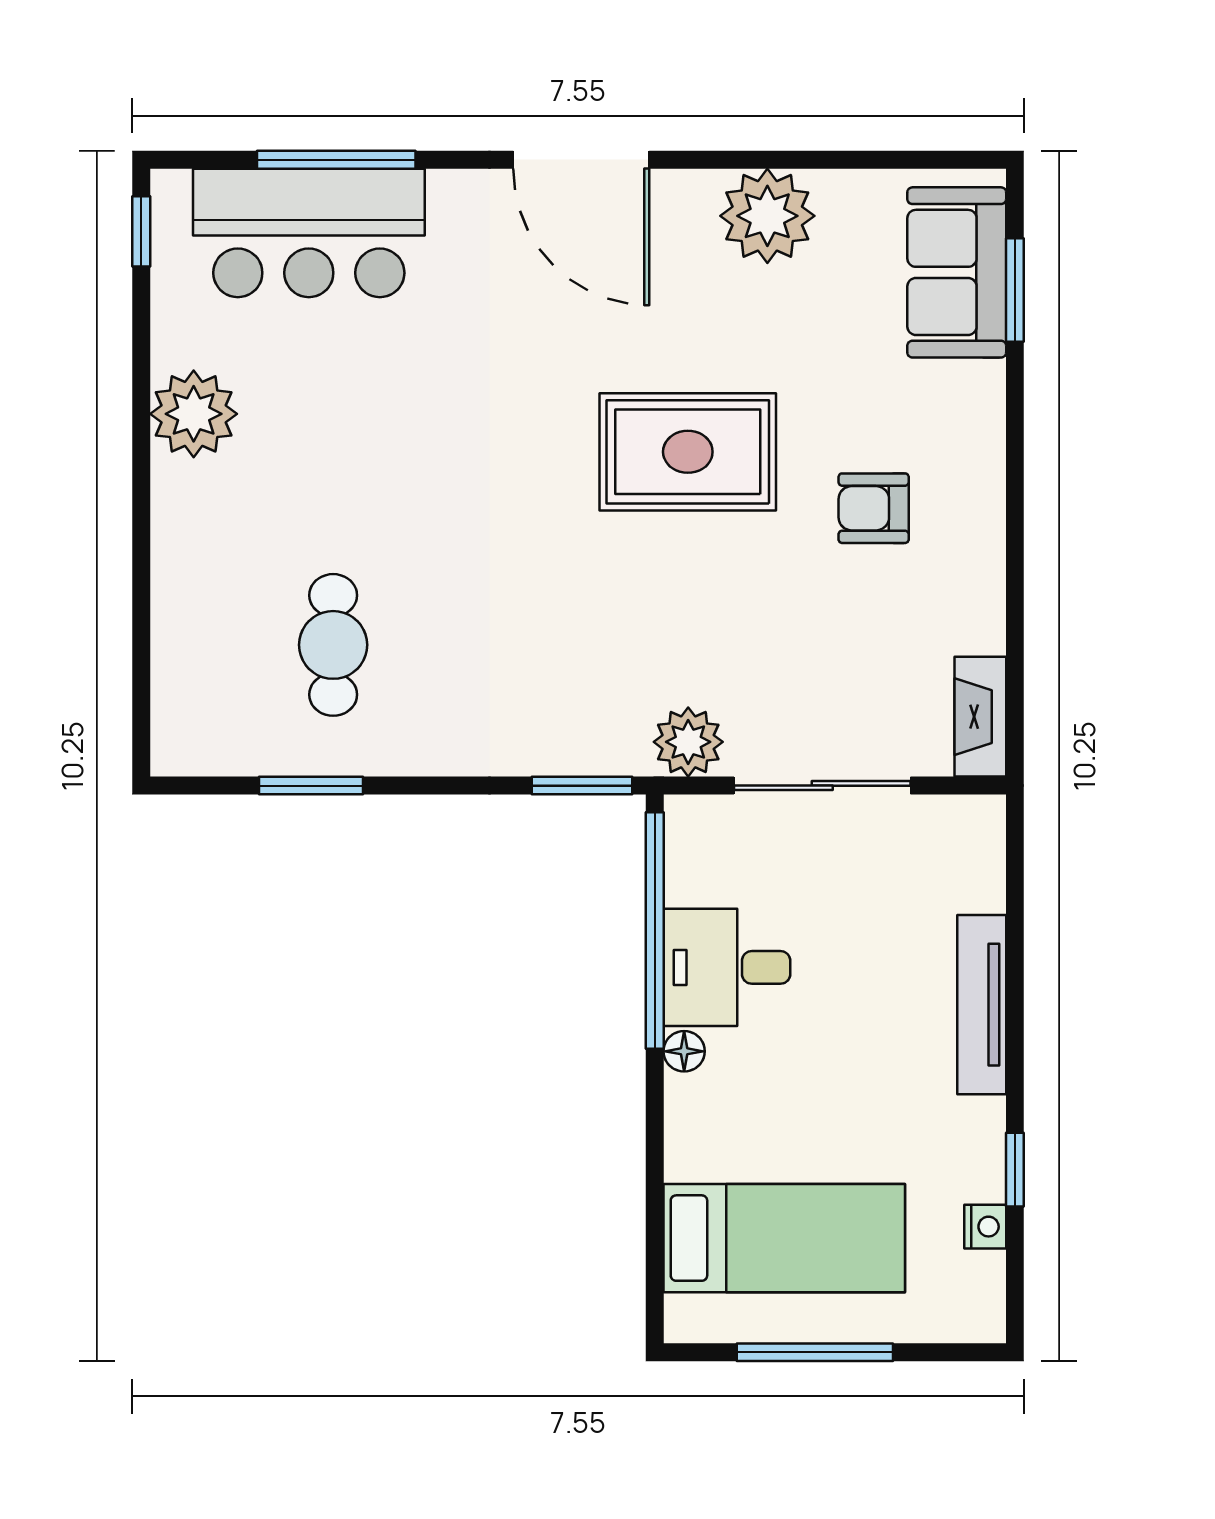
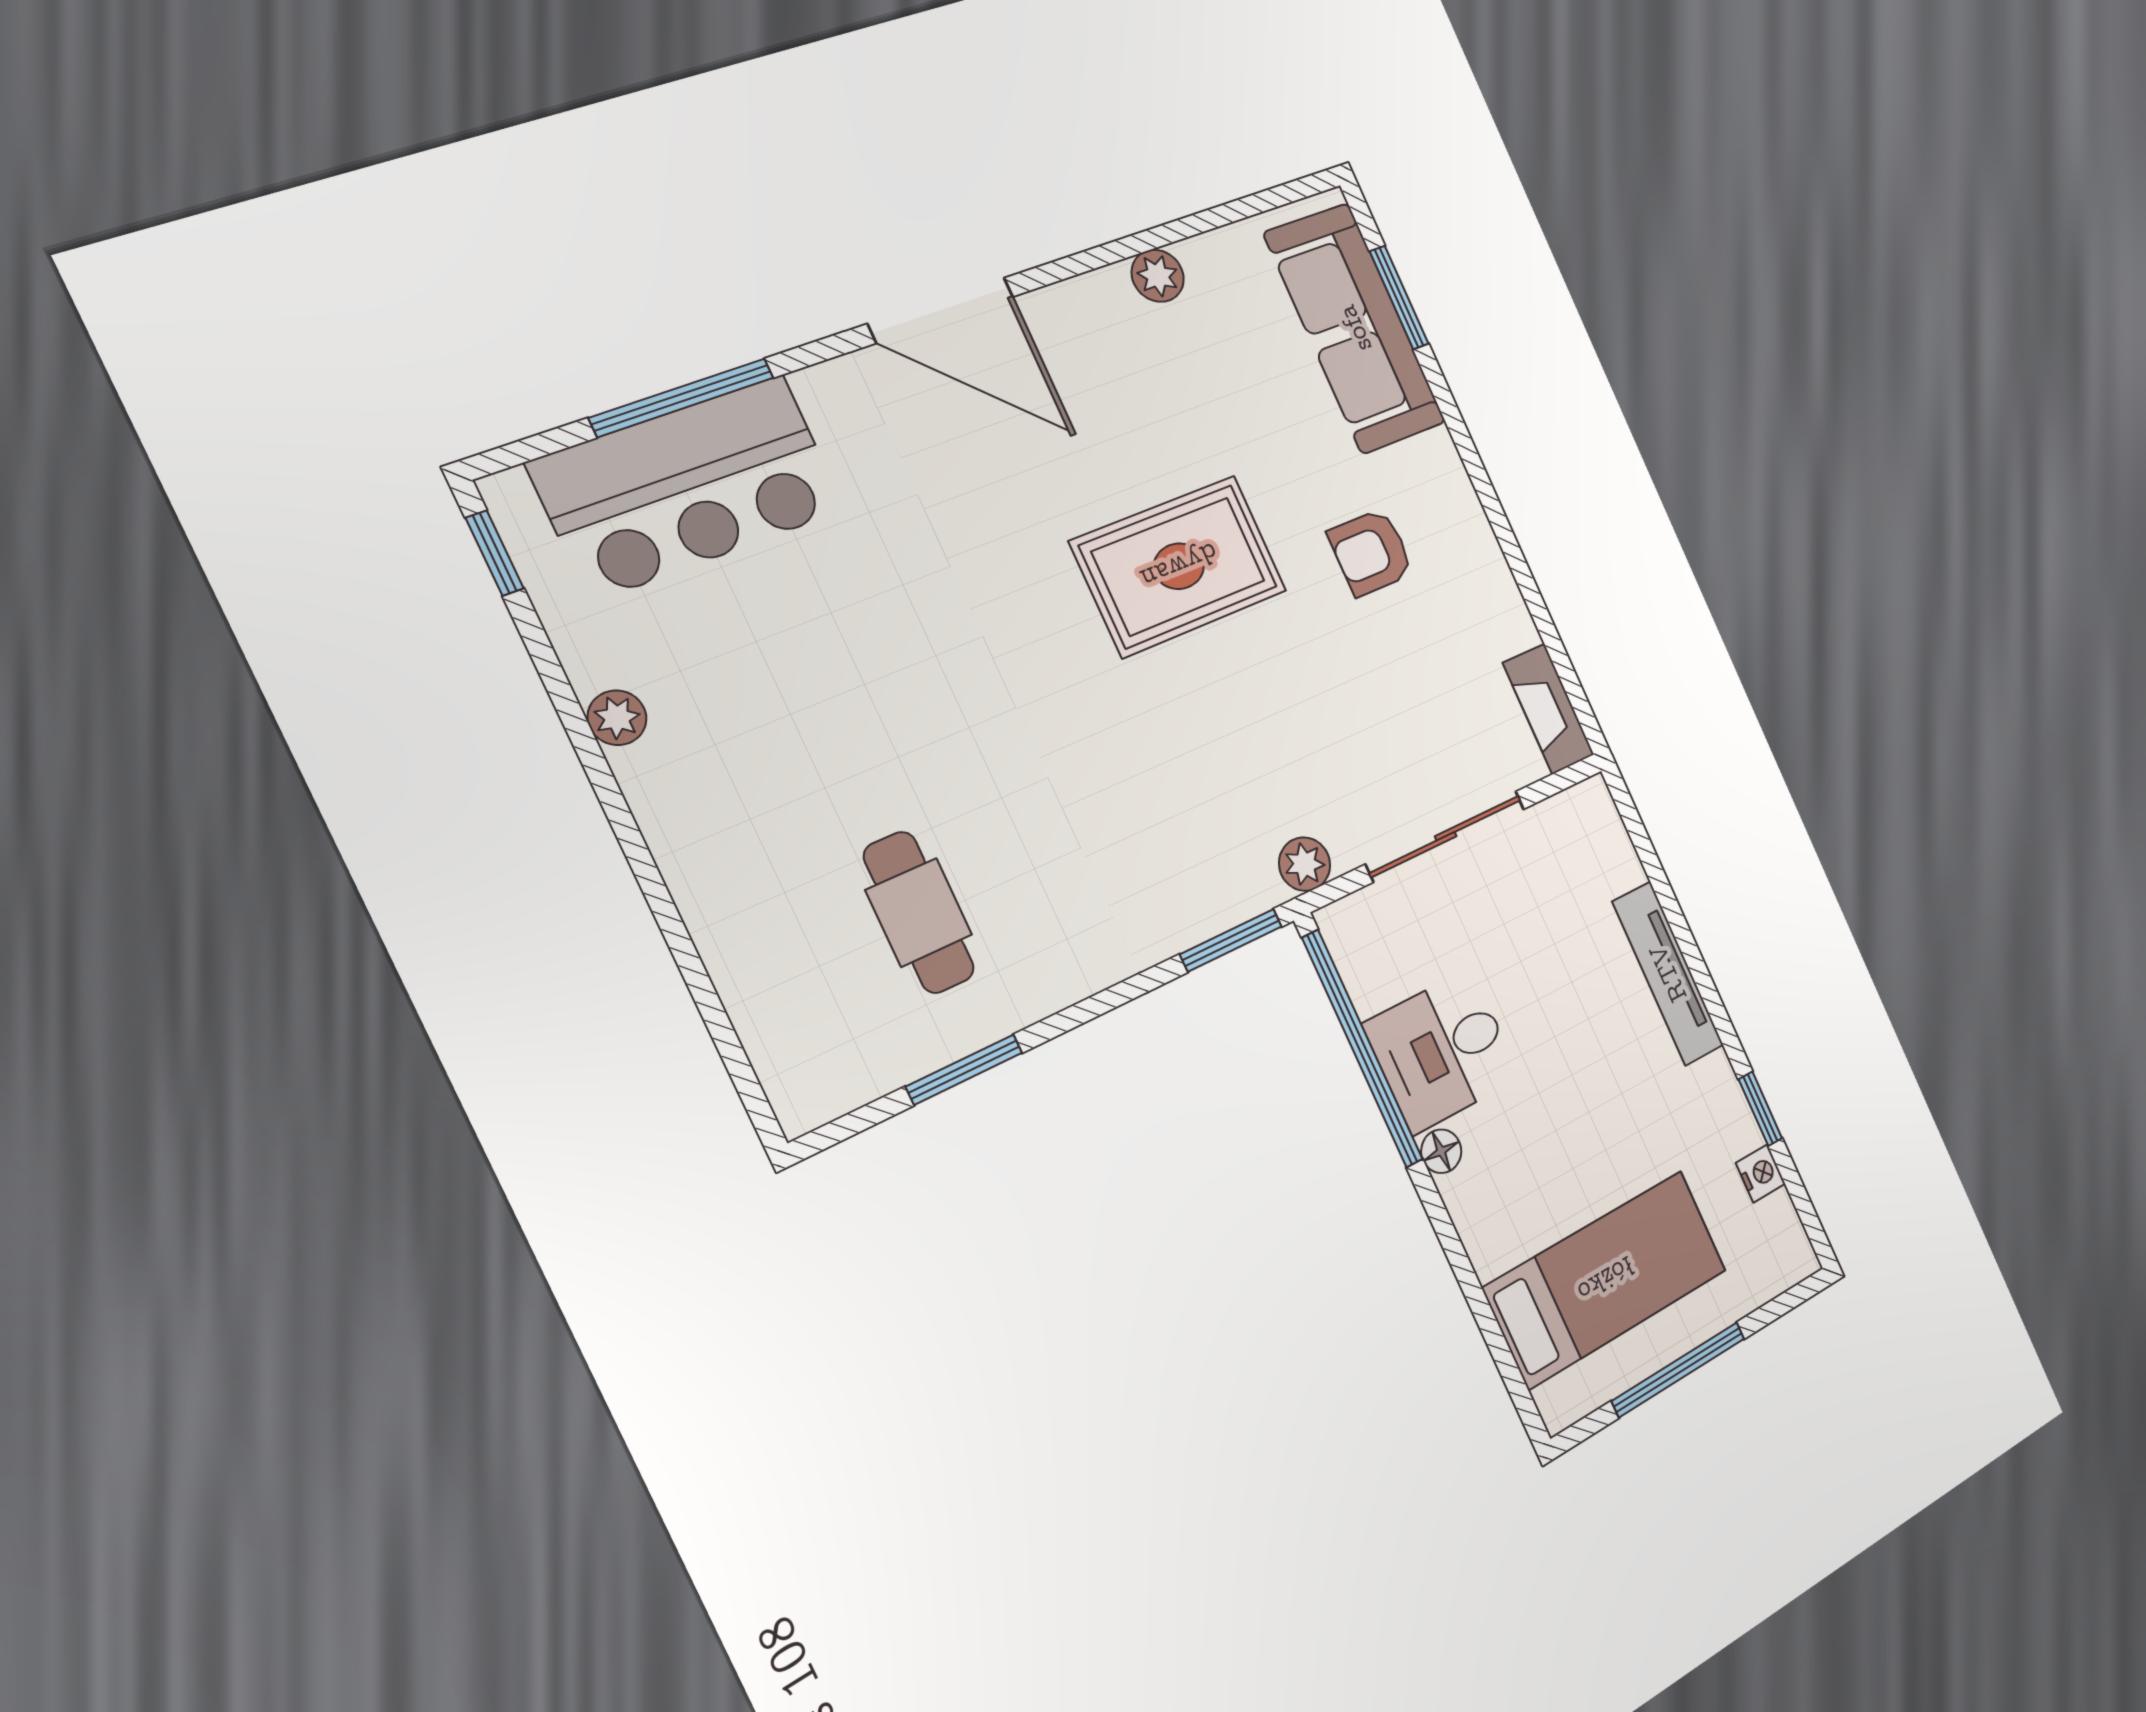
plant: (767, 216) -> (1158, 276), width x0.53, depth x0.53
sofa: (957, 272) -> (1355, 328), width x1.36
plant: (194, 414) -> (617, 718), width x0.53, depth x0.53
plant: (688, 742) -> (1305, 864), width x0.73, depth x0.73

